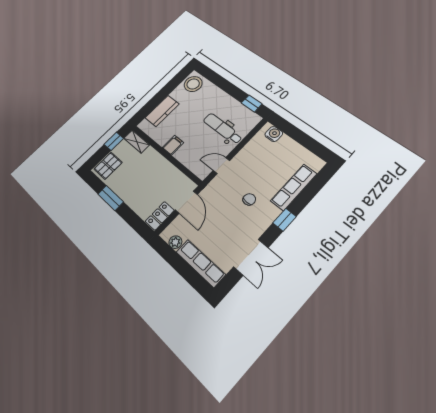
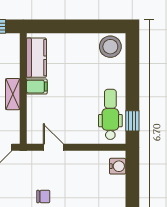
kitchen counter: (162, 111) -> (36, 58), moved, turned -90
dental chair: (223, 129) -> (110, 114), moved
shelving: (137, 142) -> (13, 94), moved

